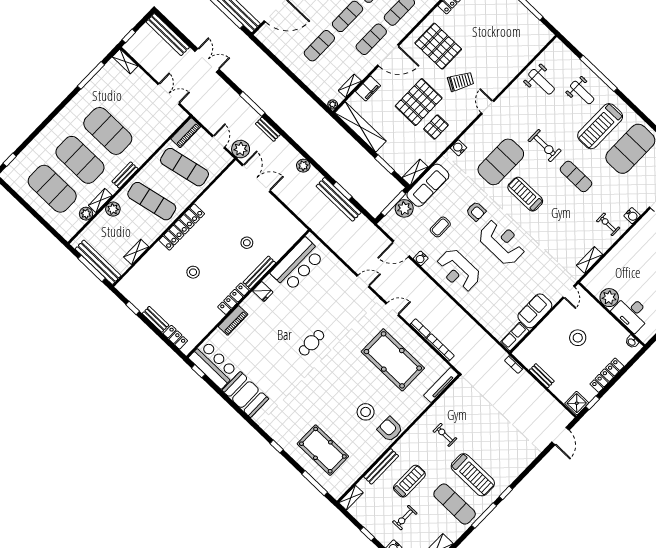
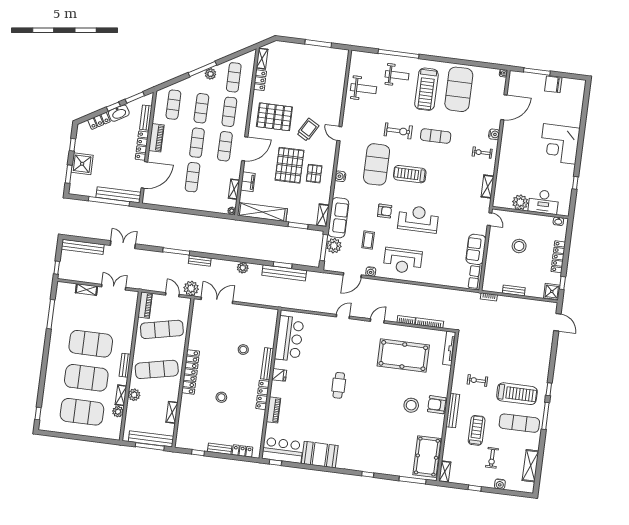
shelving: (125, 61) -> (86, 290), moved
pool table: (323, 450) -> (427, 457), moved, turned 90
bench: (381, 466) -> (453, 411), moved

